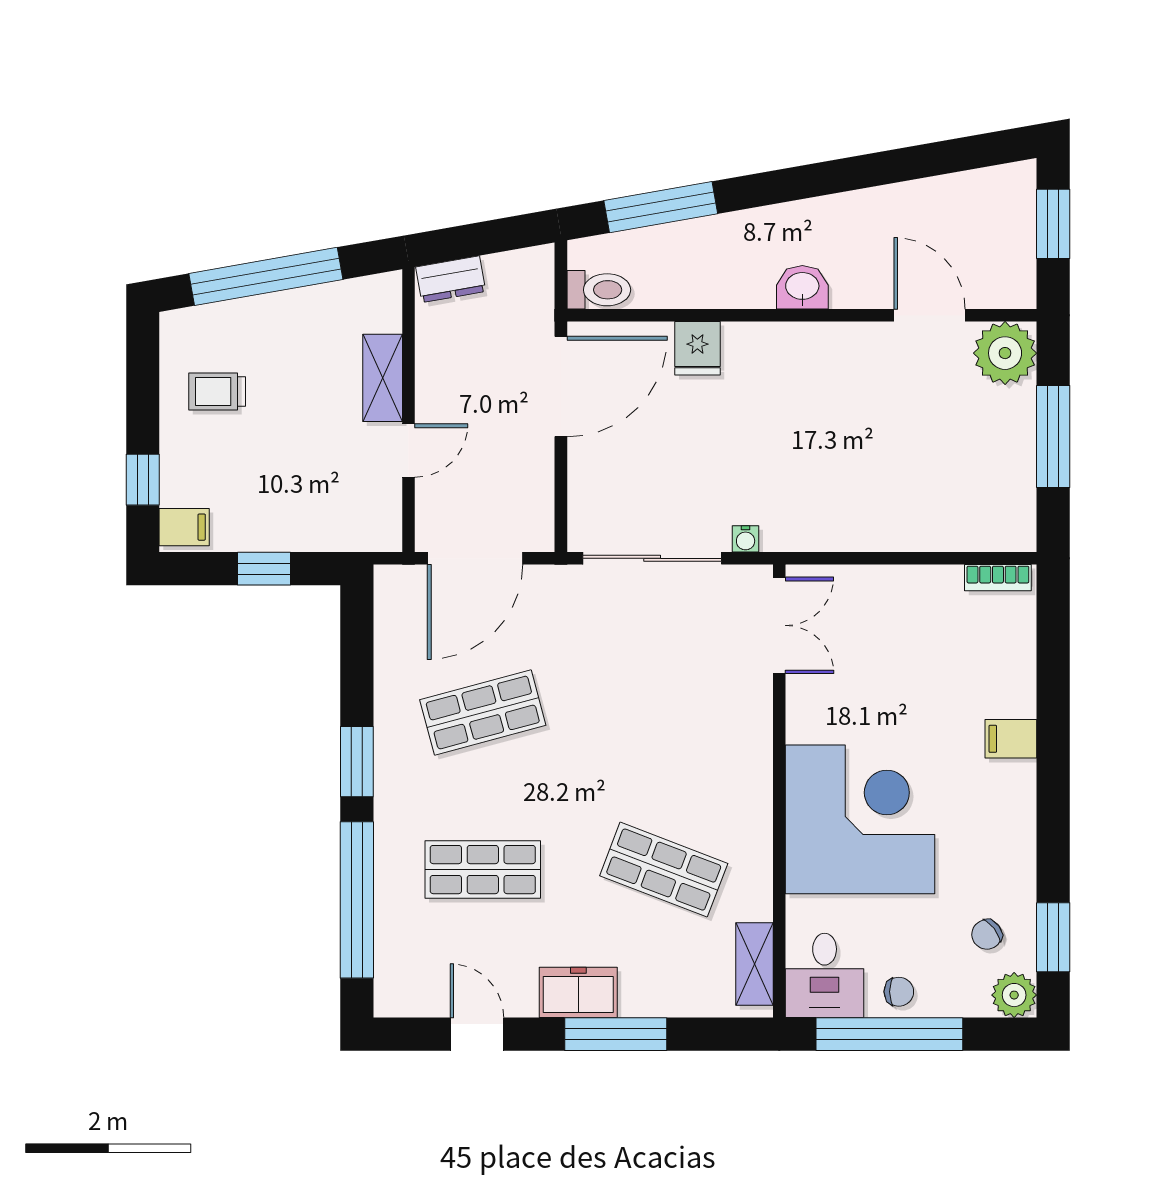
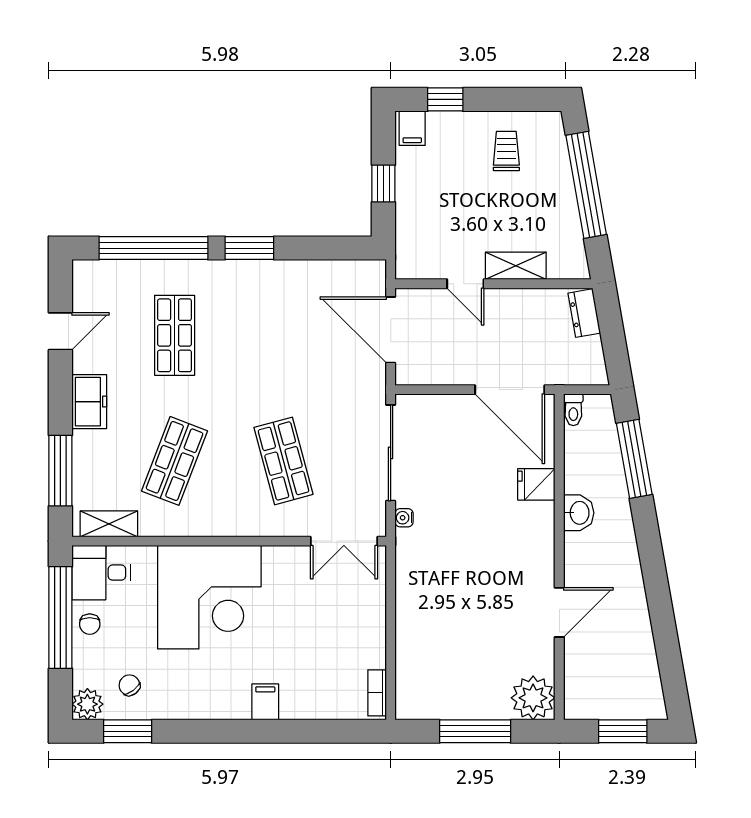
washbasin: (802, 287) -> (579, 513), moved
toilet: (599, 290) -> (573, 410), width x0.73, depth x0.72
door: (929, 315) -> (559, 612), moved
shop shelf: (483, 713) -> (284, 461), moved
window: (616, 1034) -> (60, 471), moved

